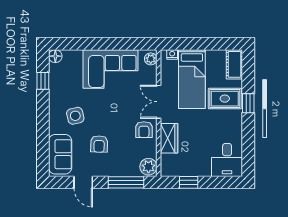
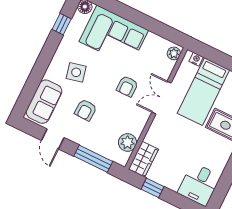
corner sofa: (111, 69) -> (114, 36), moved
armchair: (144, 130) -> (127, 86), moved
wardrobe: (169, 138) -> (143, 159), moved
plant: (148, 167) -> (127, 142), moved

